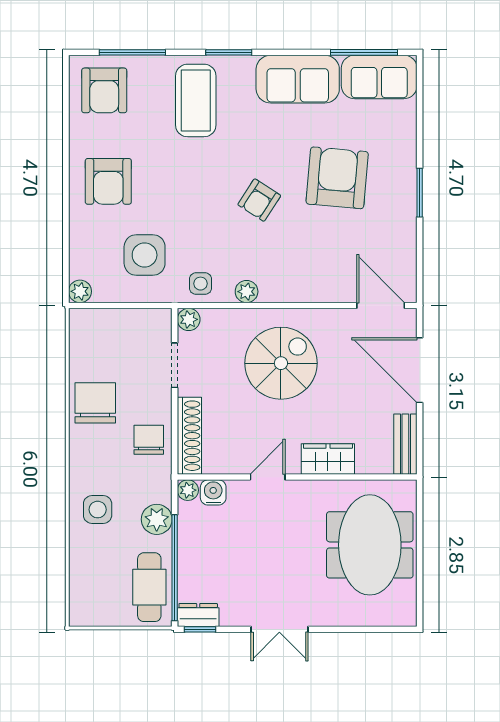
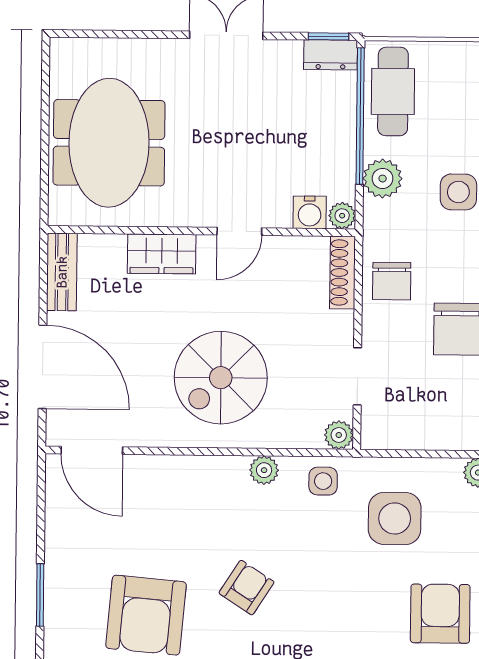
shoe rack: (189, 436) -> (343, 273), width x0.74, depth x0.81

